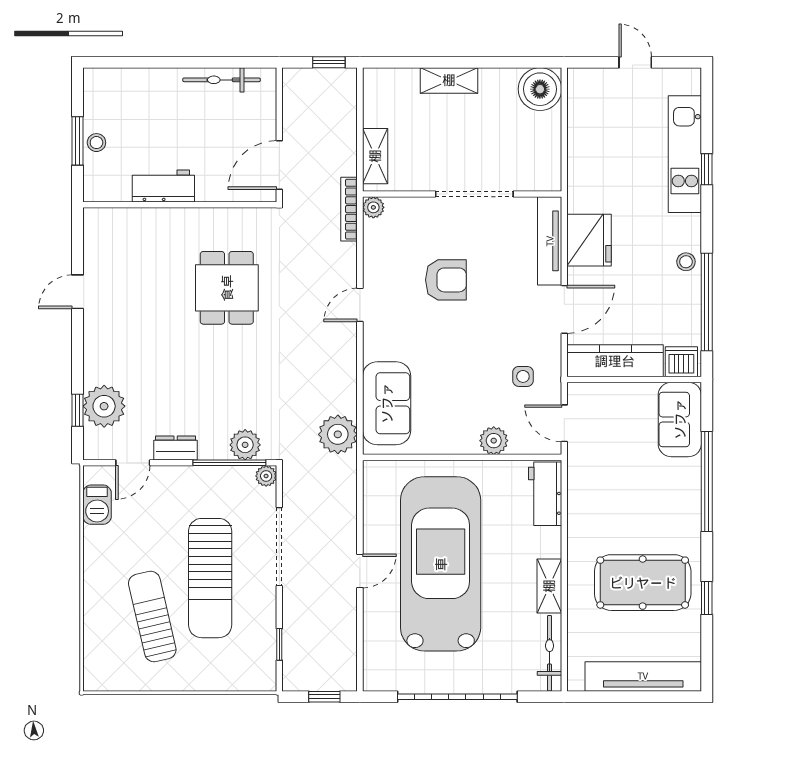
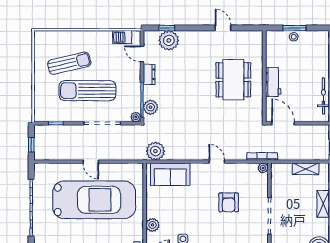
shelving: (375, 156) -> (305, 169), moved
workbench: (163, 186) -> (273, 82), moved
dining table: (227, 288) -> (233, 80), moved, width x1.38

